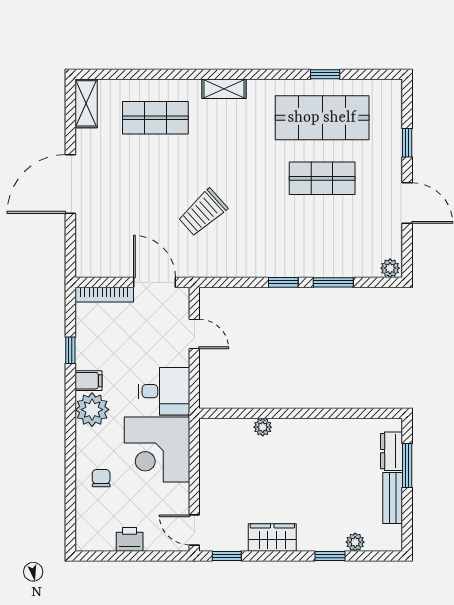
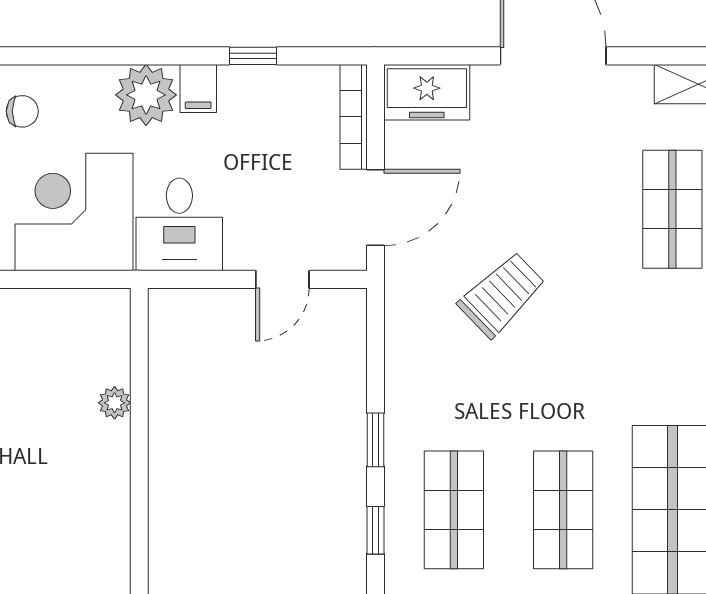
trolley: (203, 212) -> (502, 295), turned 88
shop shelf: (322, 239) -> (454, 510), added
freezer: (90, 254) -> (427, 92), added
window: (333, 282) -> (375, 530), width x0.67

